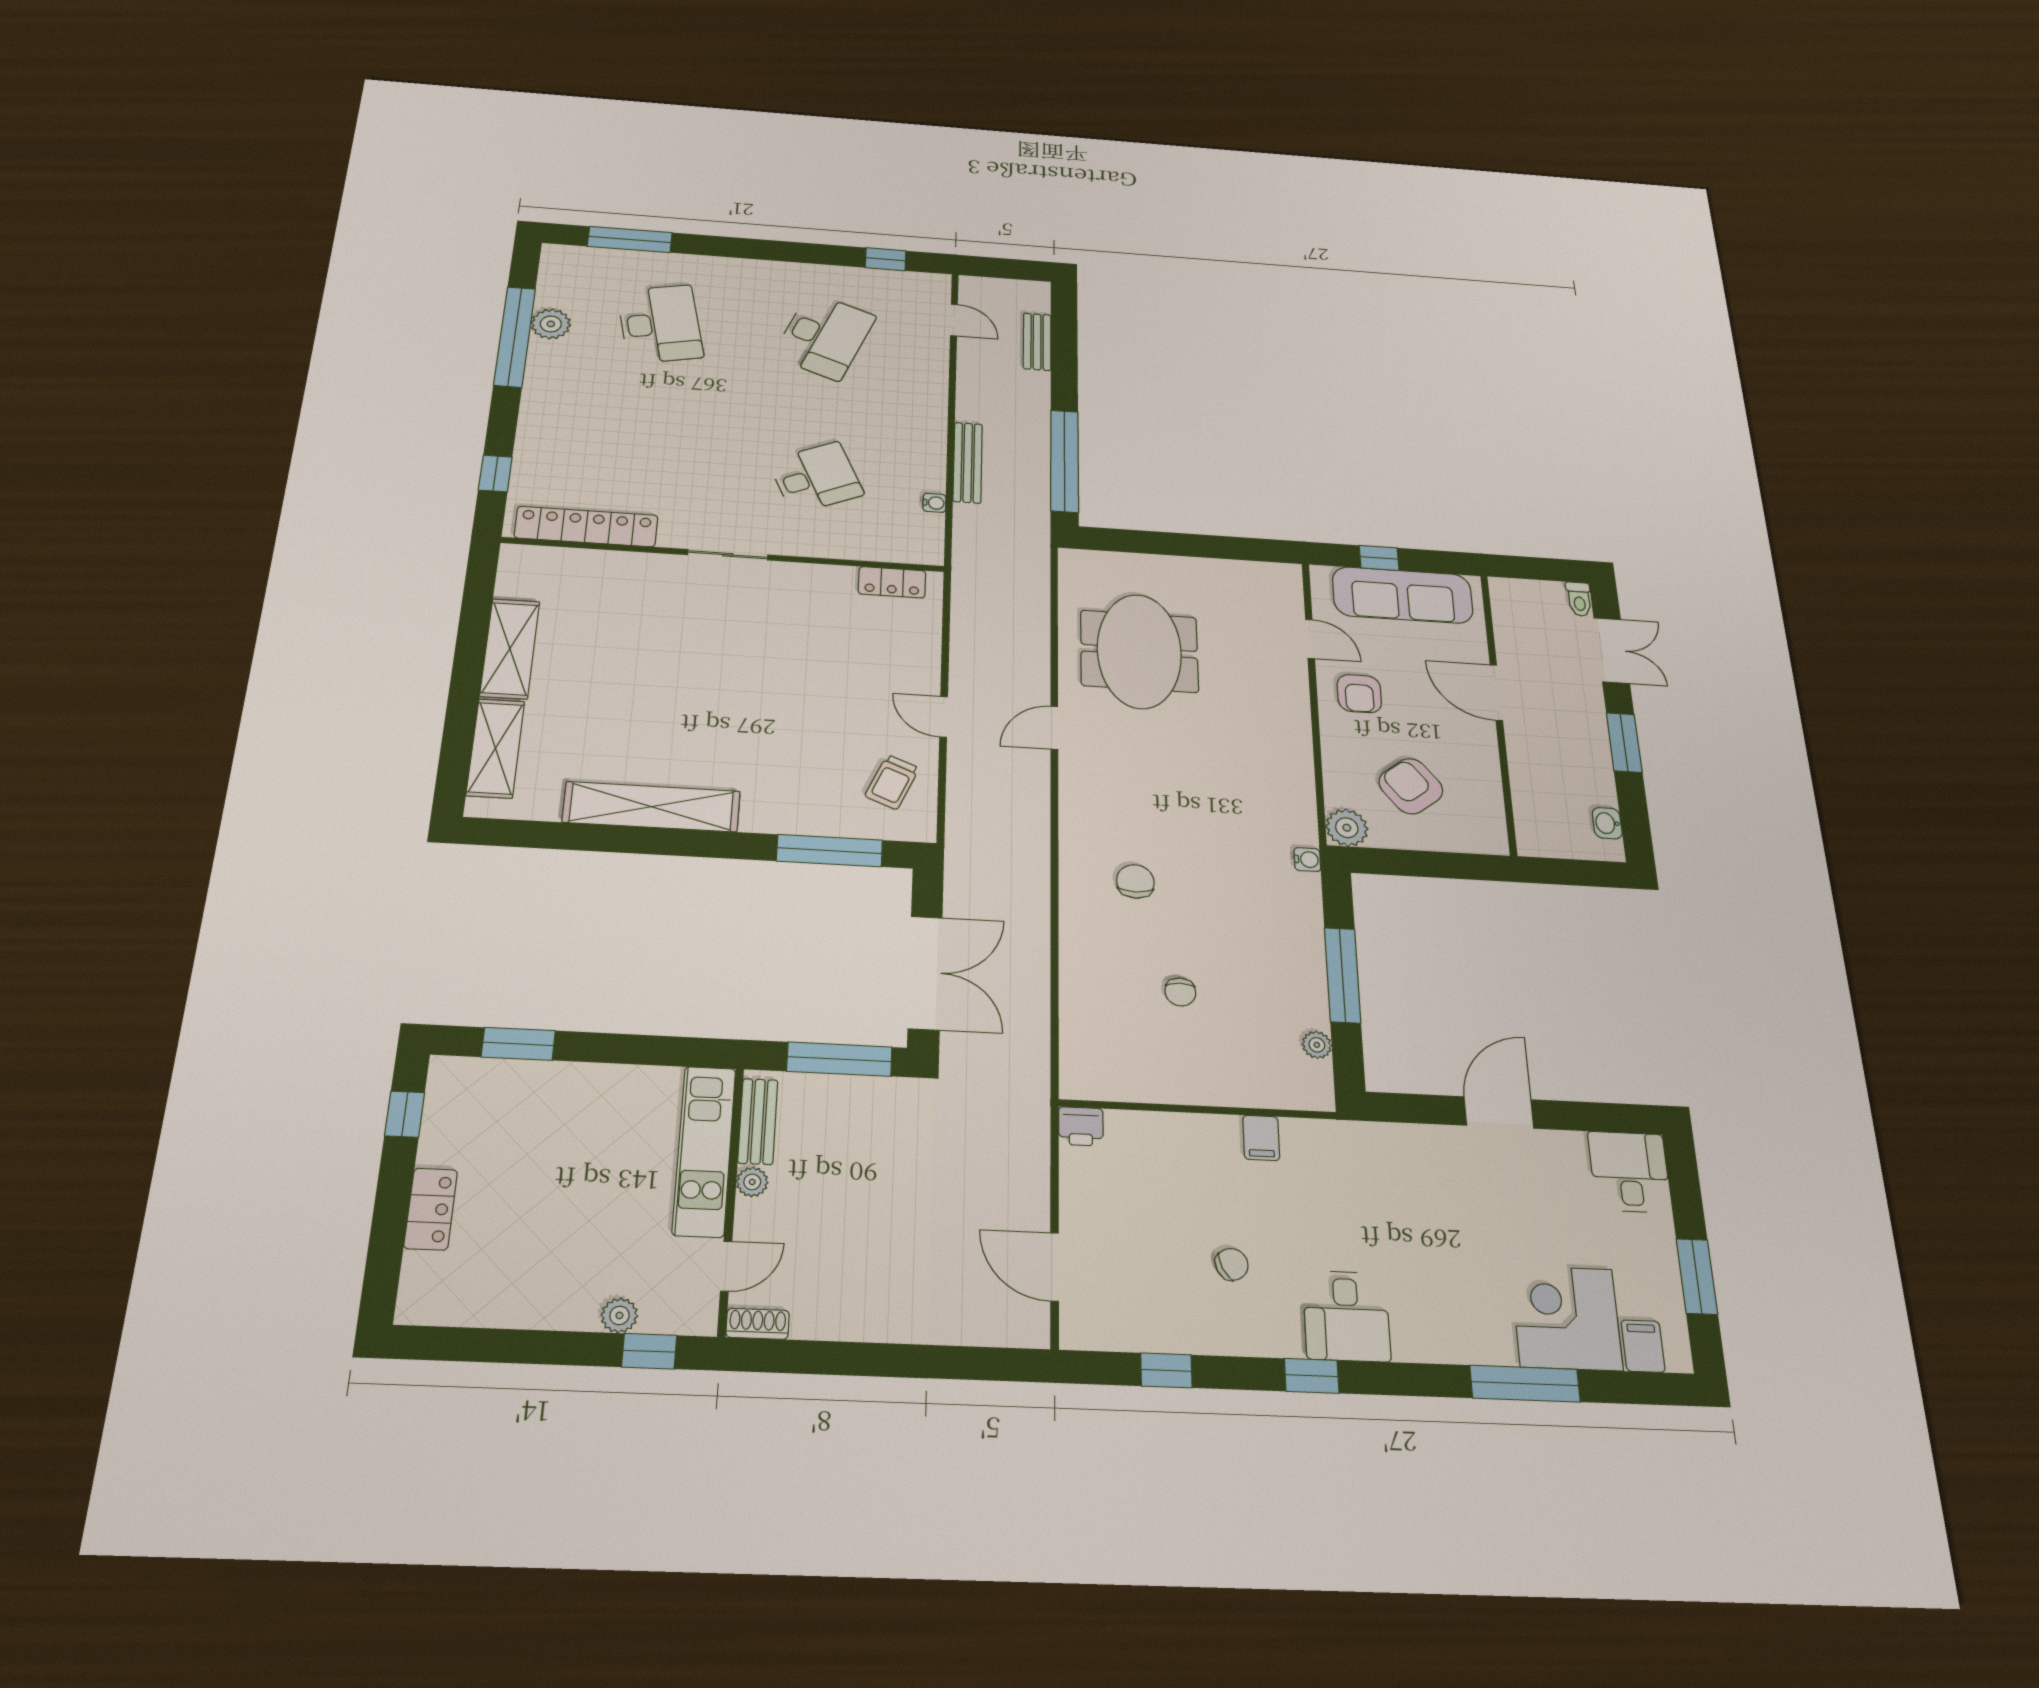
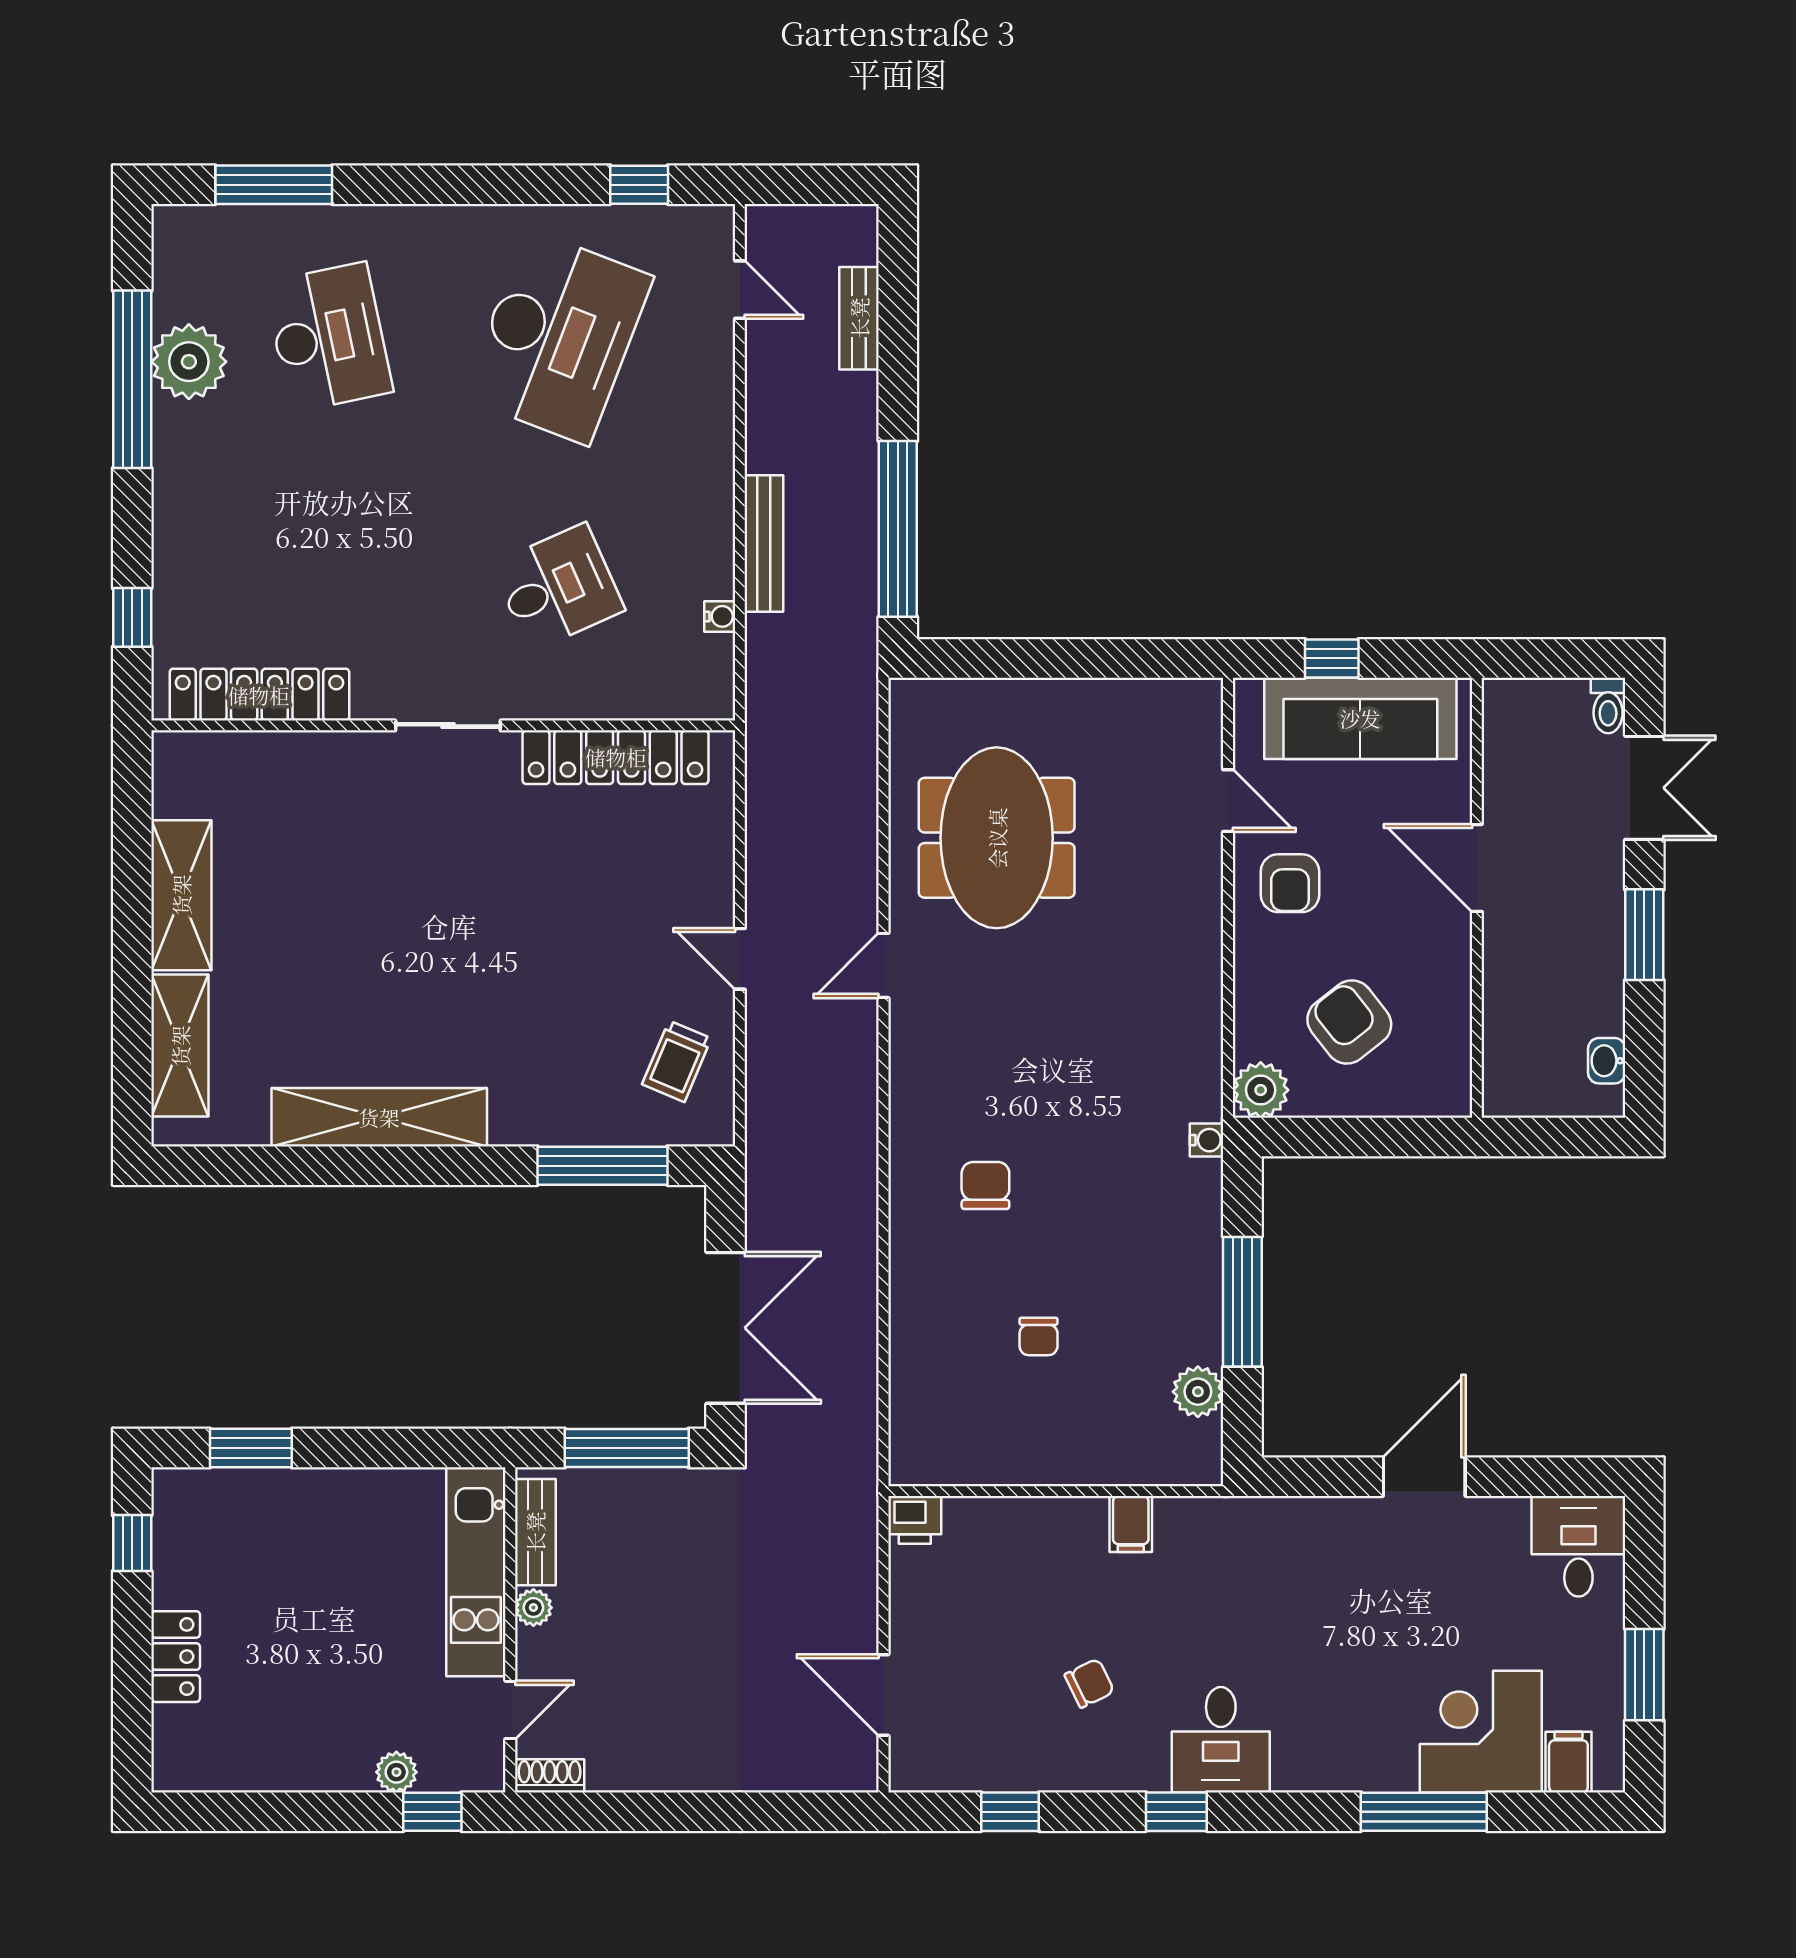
plant: (551, 324) -> (189, 362), width x1.36, depth x1.36
desk: (824, 336) -> (558, 337), width x1.36, depth x1.30
locker: (892, 582) -> (616, 757), width x2.16, depth x1.21
plant: (1317, 1045) -> (1198, 1392), width x1.38, depth x1.38

